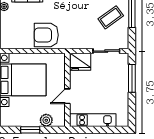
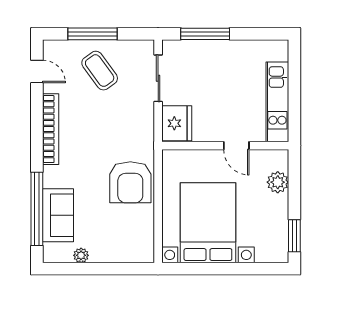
window: (30, 130) -> (294, 236), moved

